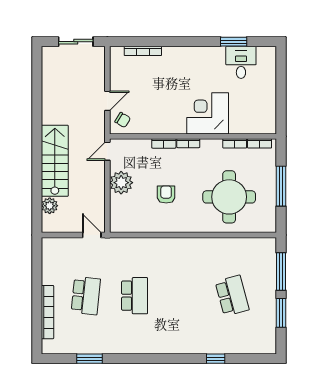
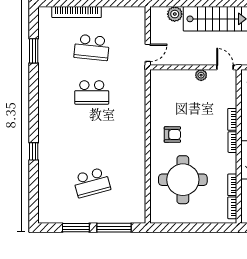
plant: (121, 183) -> (201, 75), width x0.53, depth x0.53
window: (281, 186) -> (193, 228), removed
armchair: (166, 195) -> (172, 135), moved
window: (216, 359) -> (34, 151), moved

